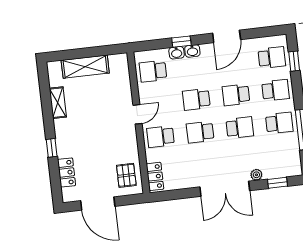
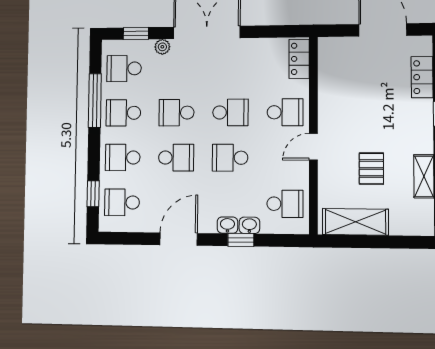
shelving: (85, 67) -> (355, 222), moved
school desk: (196, 99) -> (230, 158), turned 180
school desk: (283, 156) -> (124, 68), added
pallet: (126, 175) -> (371, 169), moved

